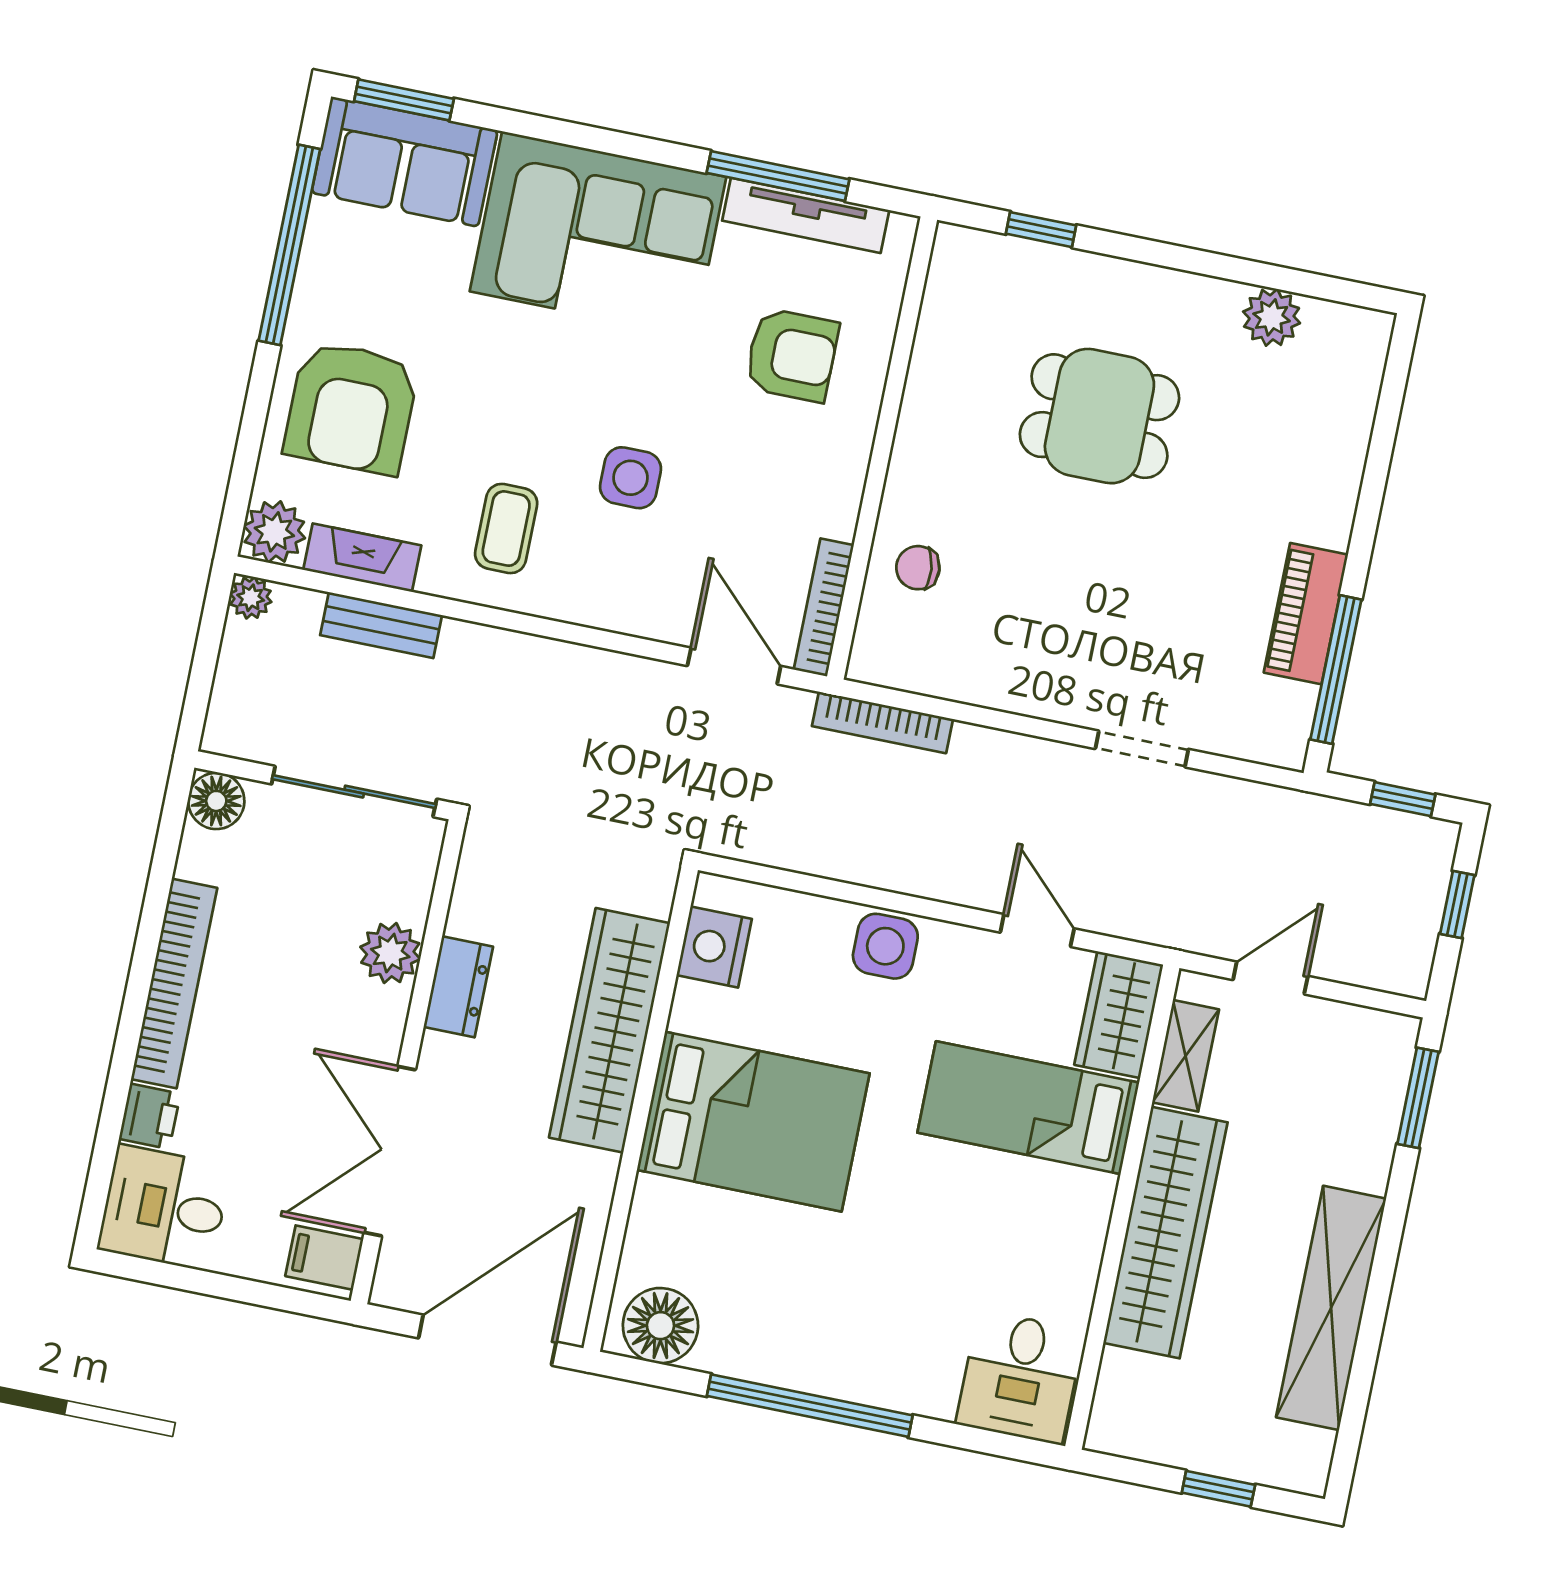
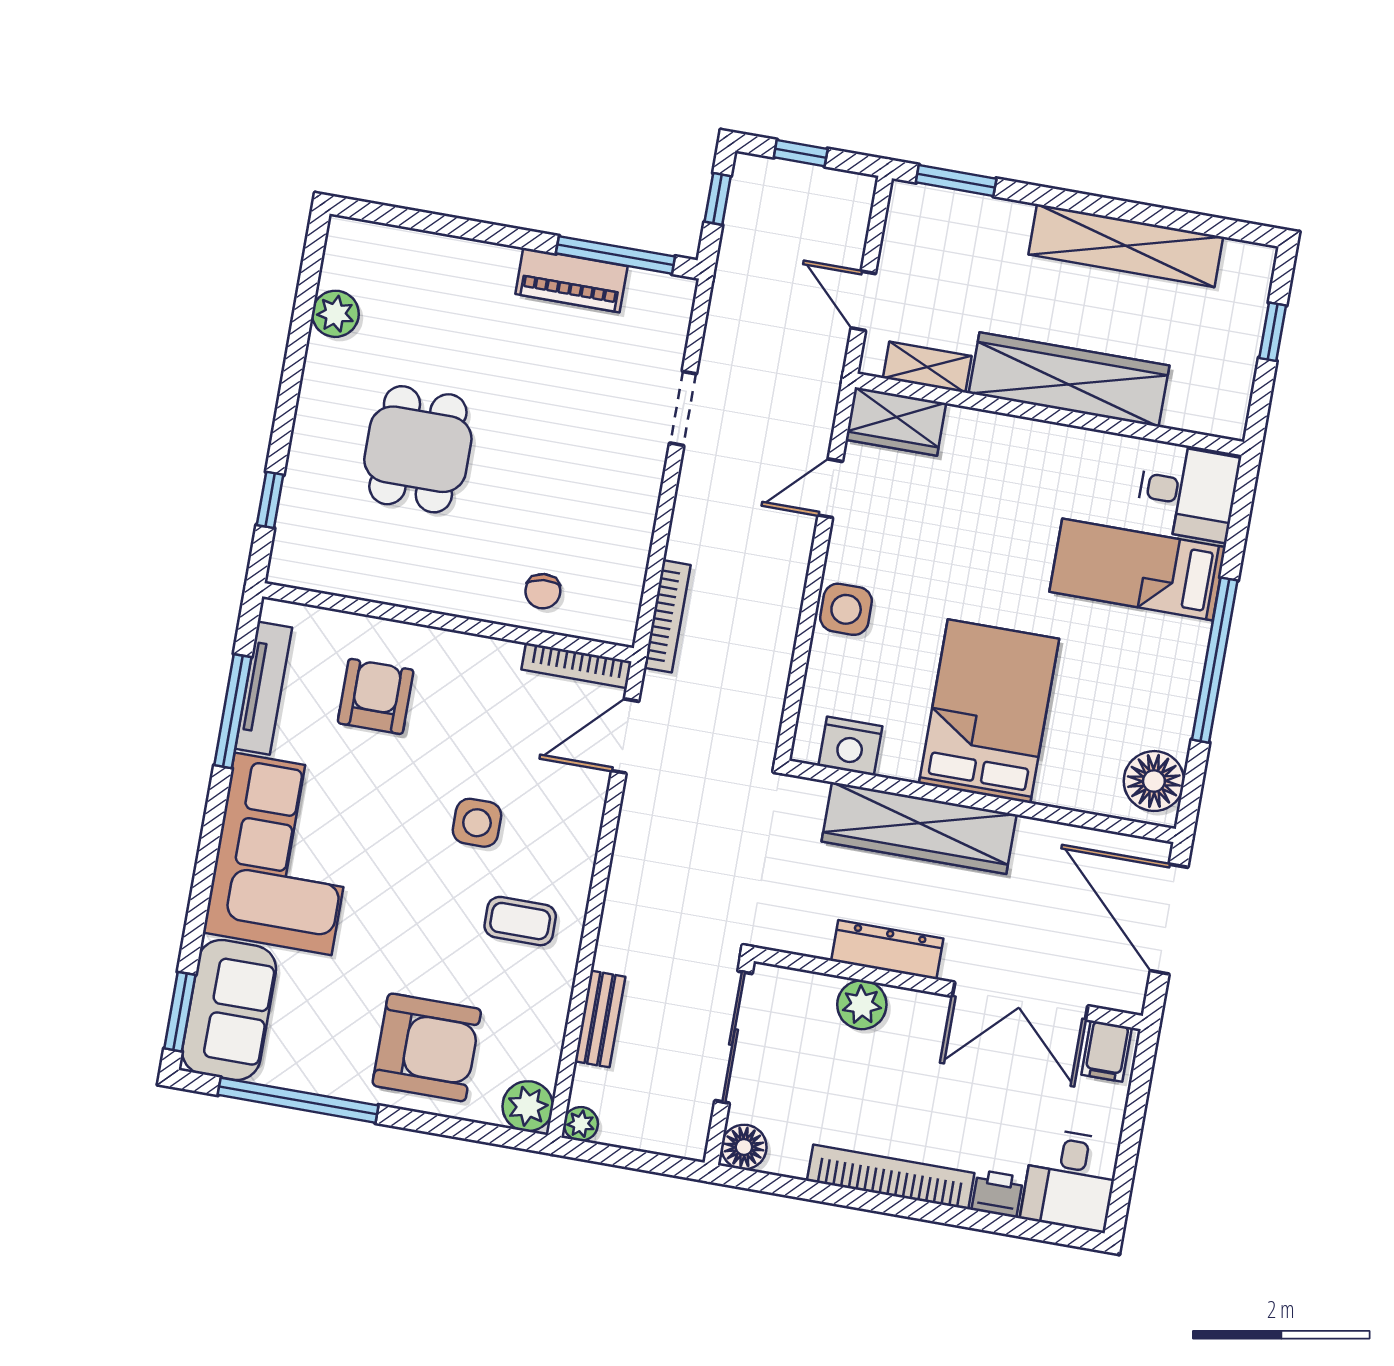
fireplace: (362, 558) -> (546, 1035), removed
dresser: (458, 987) -> (887, 950), width x1.44
bed: (1028, 1108) -> (1138, 569), moved, turned 90

